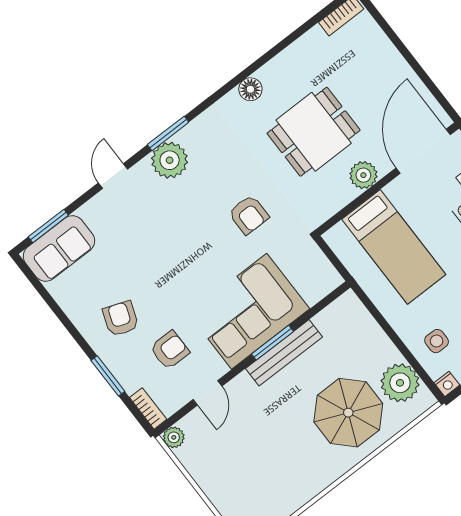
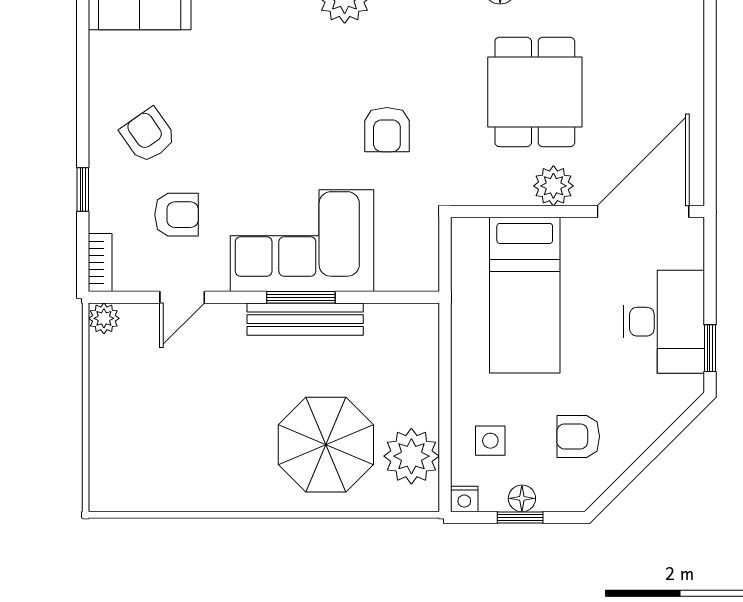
dining table: (314, 132) -> (535, 92), turned 90
armchair: (121, 319) -> (148, 135), turned -55
window: (108, 376) -> (83, 190), width x0.67

